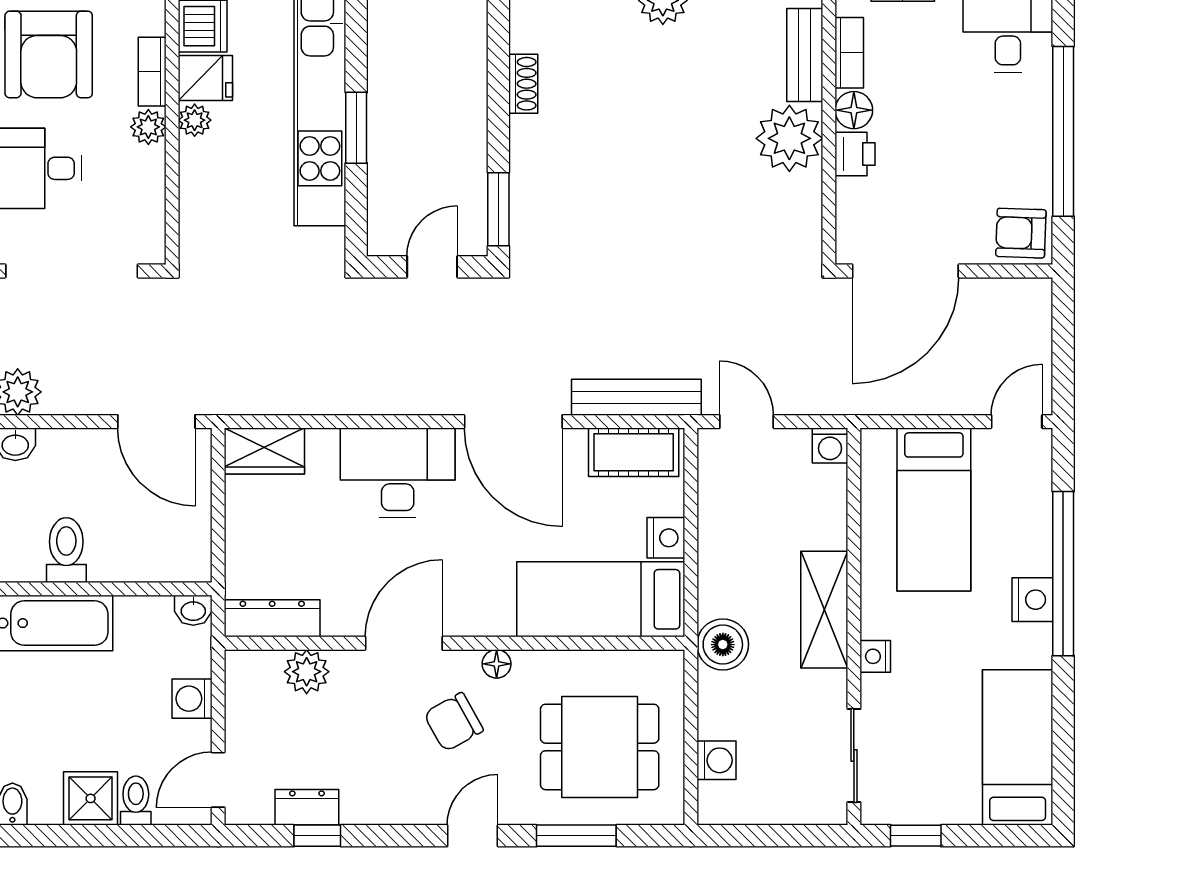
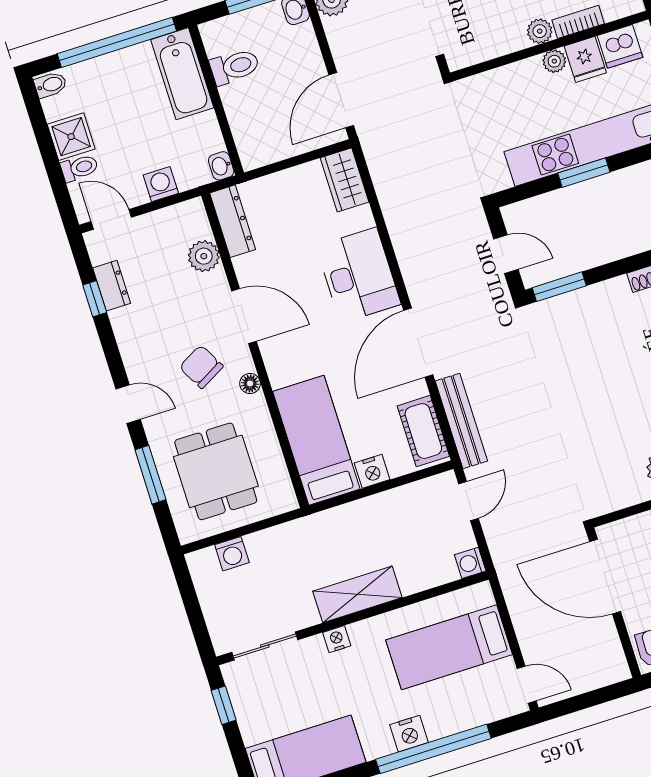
boiler: (723, 645) -> (312, 533), removed

